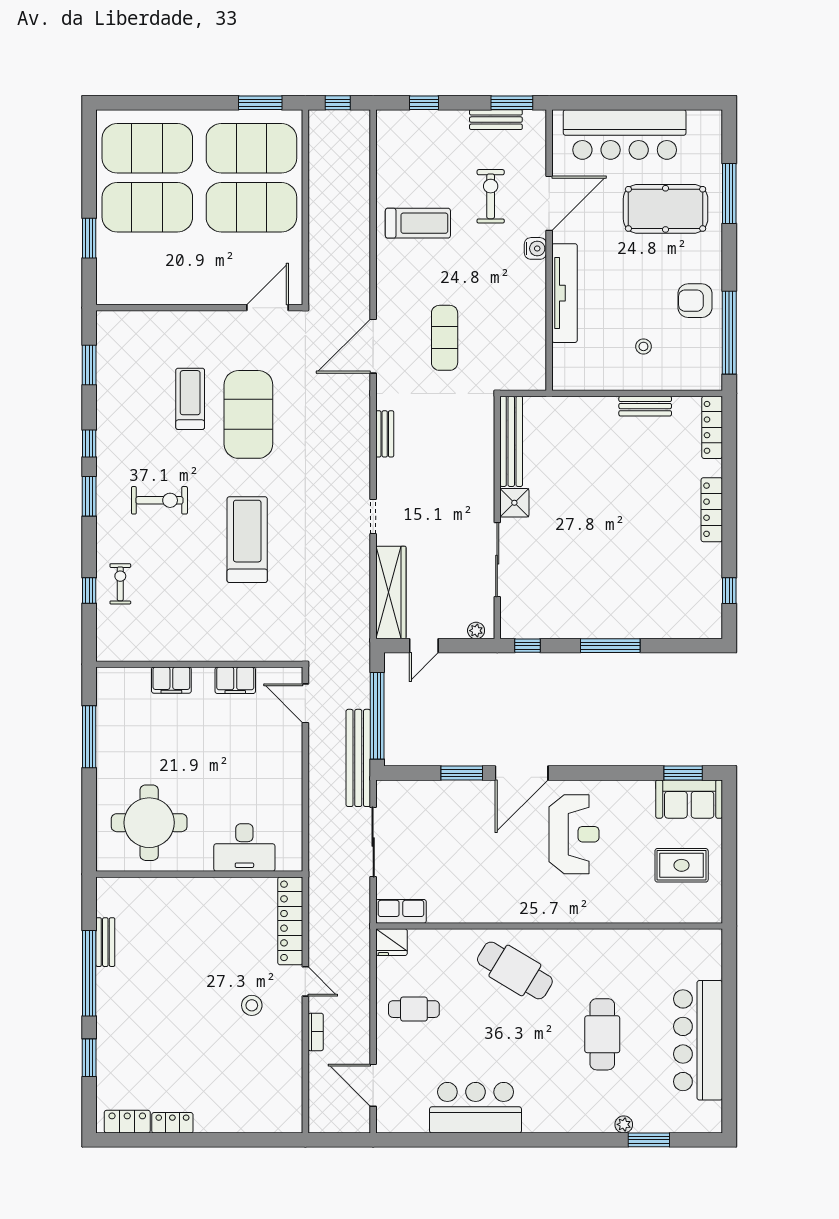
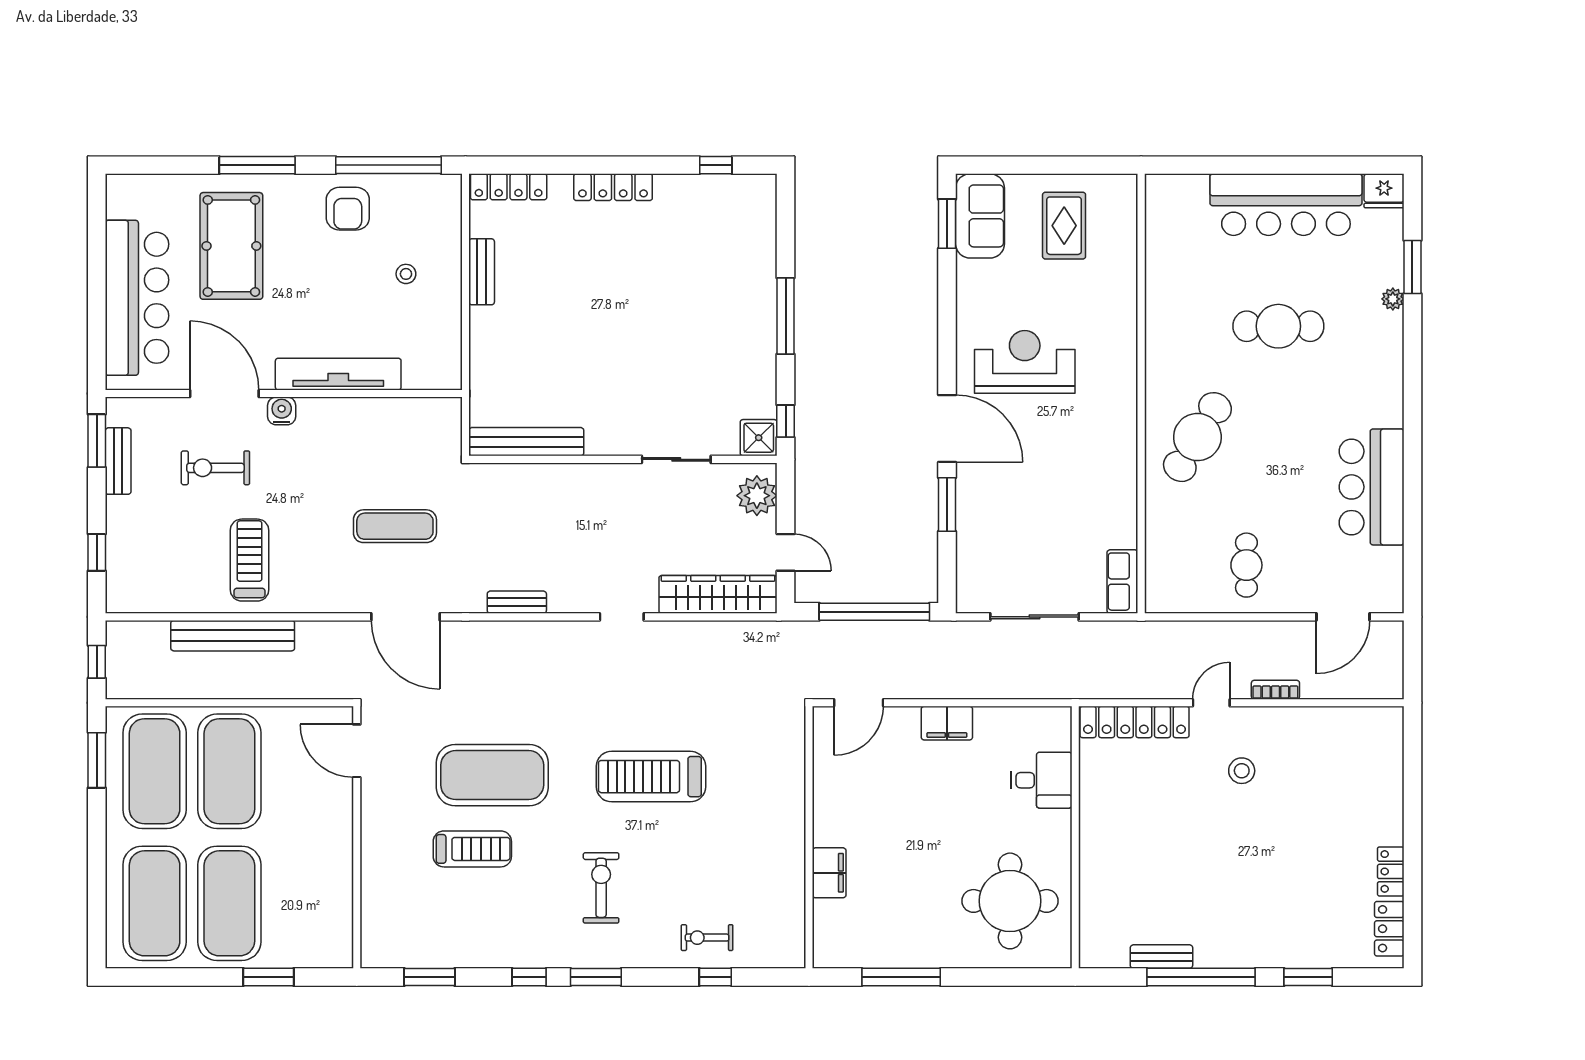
window: (729, 193) -> (257, 165), moved
treadmill: (190, 399) -> (472, 849), turned 180
shower: (514, 503) -> (759, 438), moved
sliding door: (497, 560) -> (676, 459), width x0.73
plant: (476, 631) -> (757, 496), width x1.88, depth x1.88
filing cabinet: (235, 680) -> (947, 723), moved, turned 90
bench: (358, 758) -> (233, 636), moved
desk: (244, 848) -> (1041, 780), width x0.73
fridge: (391, 942) -> (1384, 191), moved, turned 90

